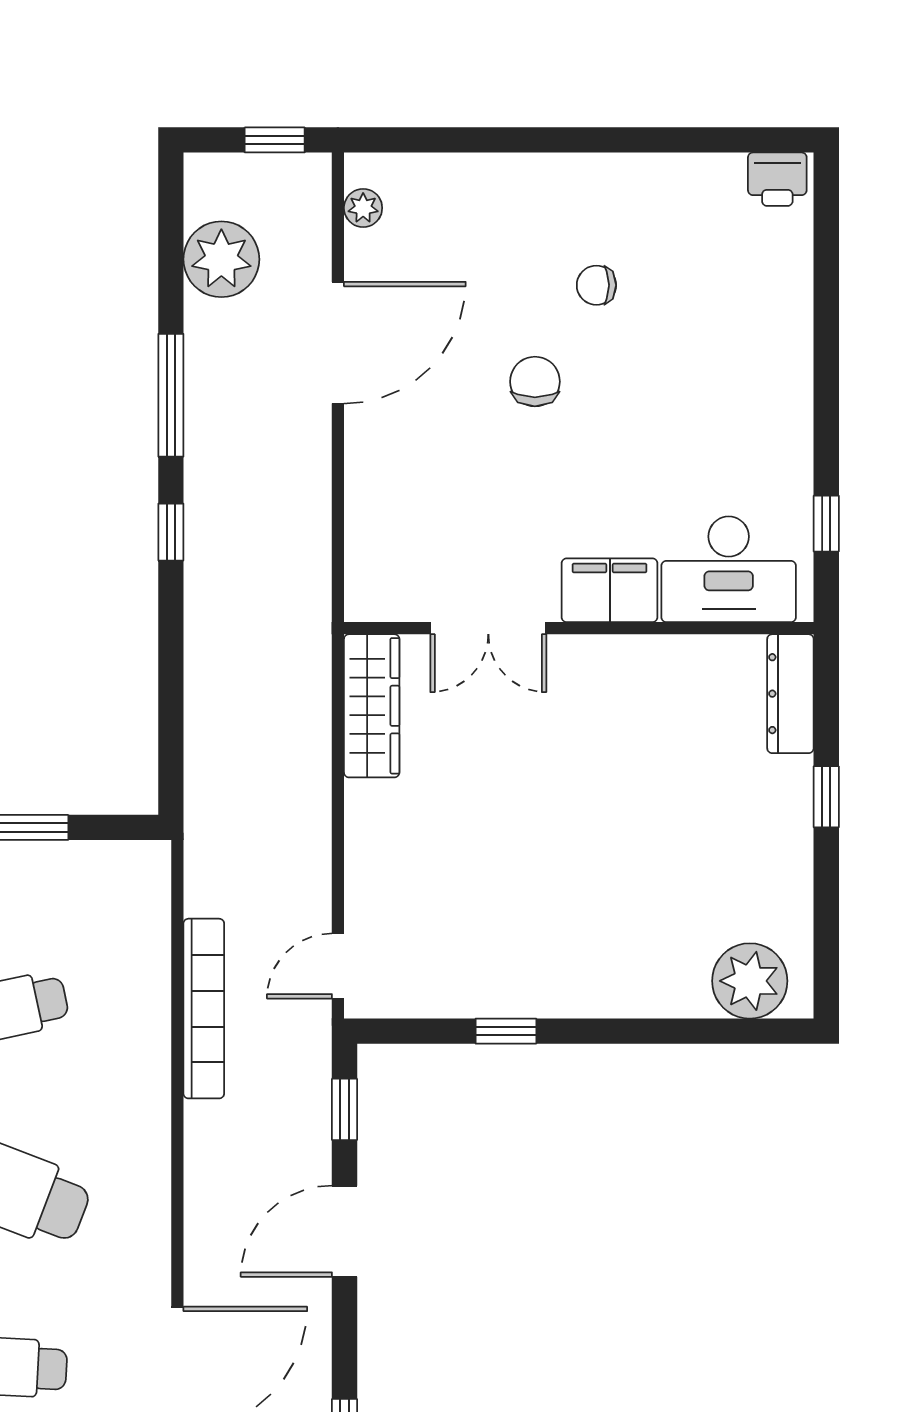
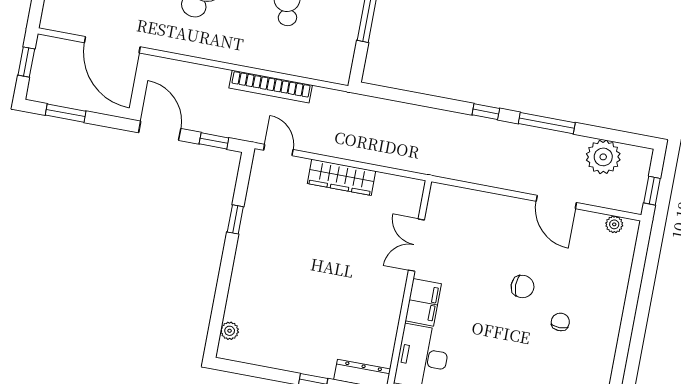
door: (338, 343) -> (556, 202), width x0.73
wardrobe: (372, 706) -> (341, 177), moved
plant: (750, 981) -> (230, 331), width x0.53, depth x0.53

